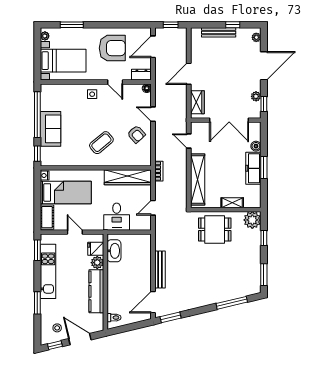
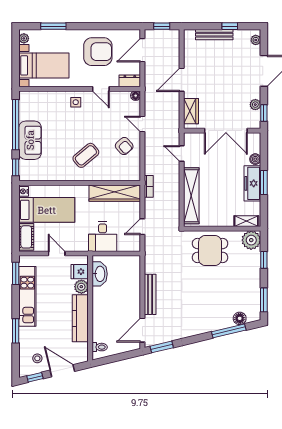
shelving: (232, 203) -> (246, 221), moved
floor lamp: (242, 291) -> (240, 318), added

